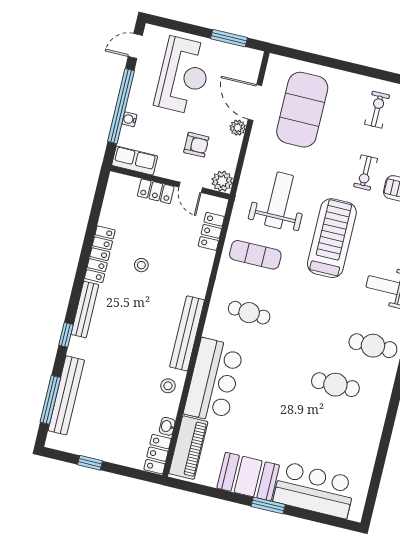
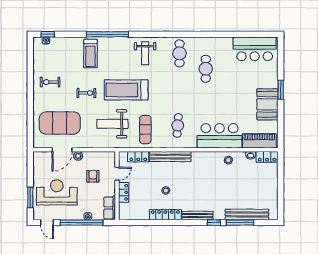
window: (229, 38) -> (30, 197), moved
exercise bike: (366, 173) -> (86, 93), moved
plant: (222, 181) -> (109, 157), removed
bench: (187, 333) -> (170, 157), moved
window: (50, 400) -> (240, 223), moved
window: (90, 463) -> (281, 193), removed
bar counter: (314, 490) -> (255, 49), moved, turned -90

